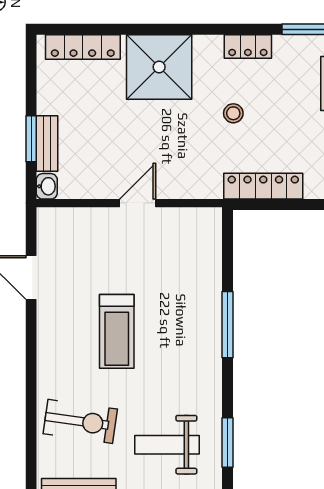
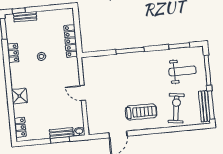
locker: (83, 47) -> (20, 127), width x0.66
shower: (159, 67) -> (19, 96), width x0.54, depth x0.54
treadmill: (117, 331) -> (141, 112), moved
weight bench: (167, 445) -> (182, 71), turned -90

